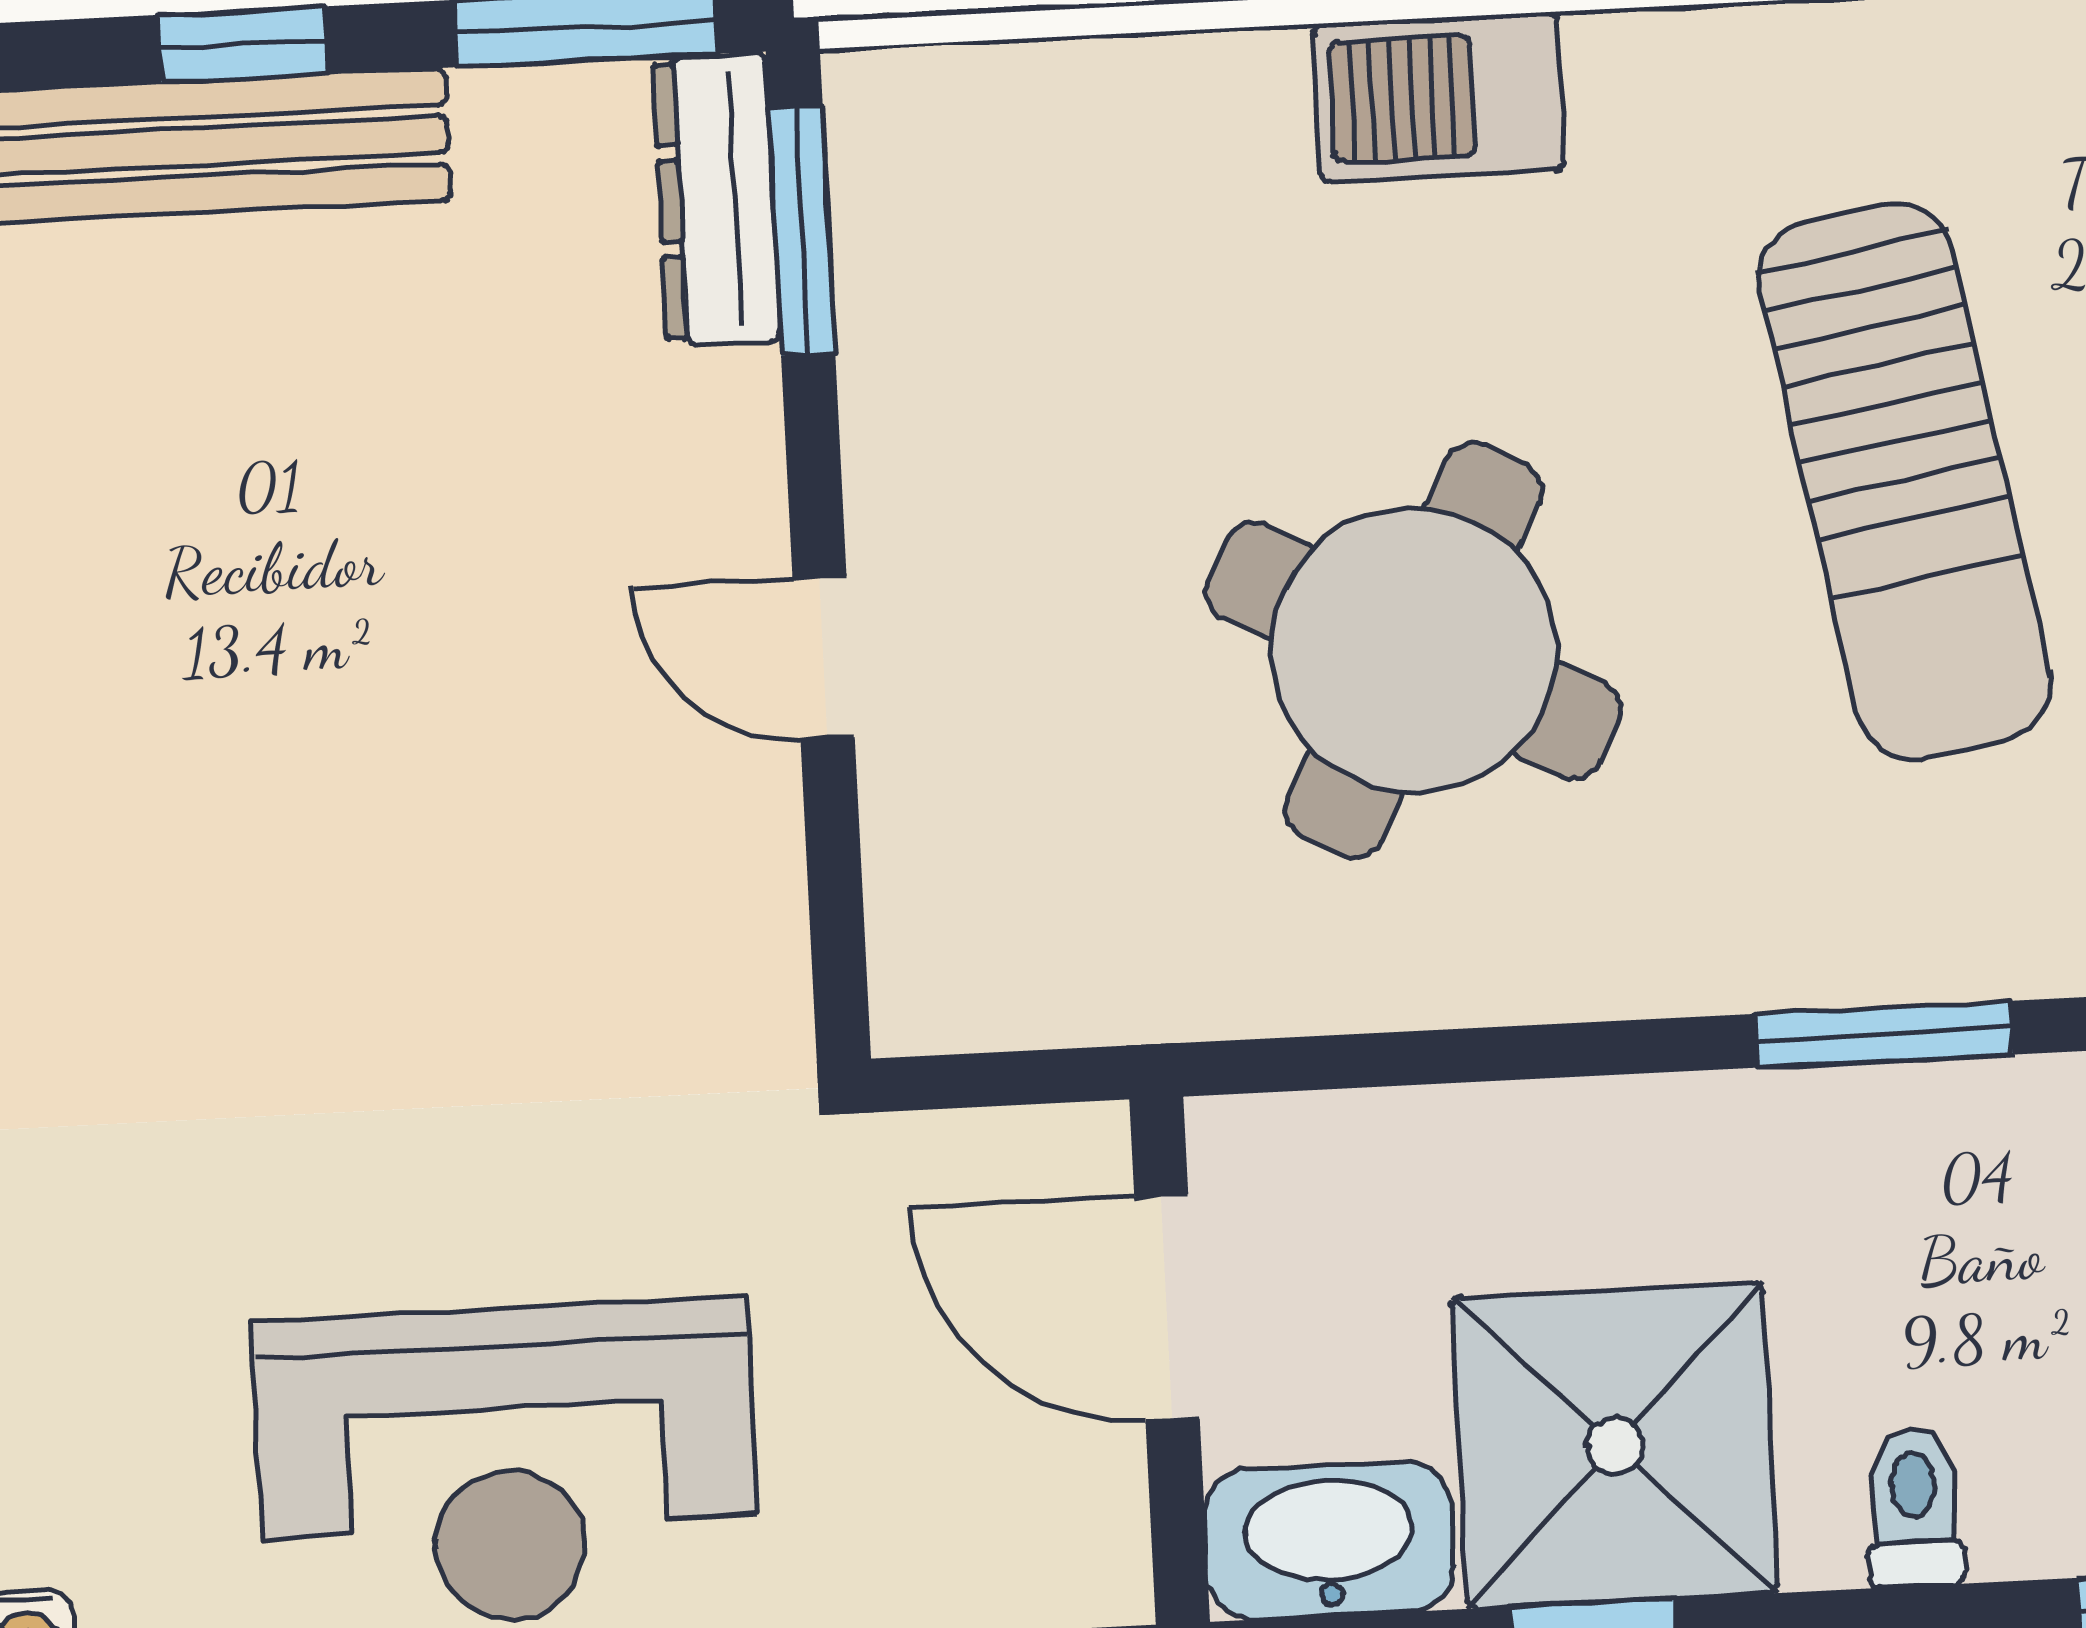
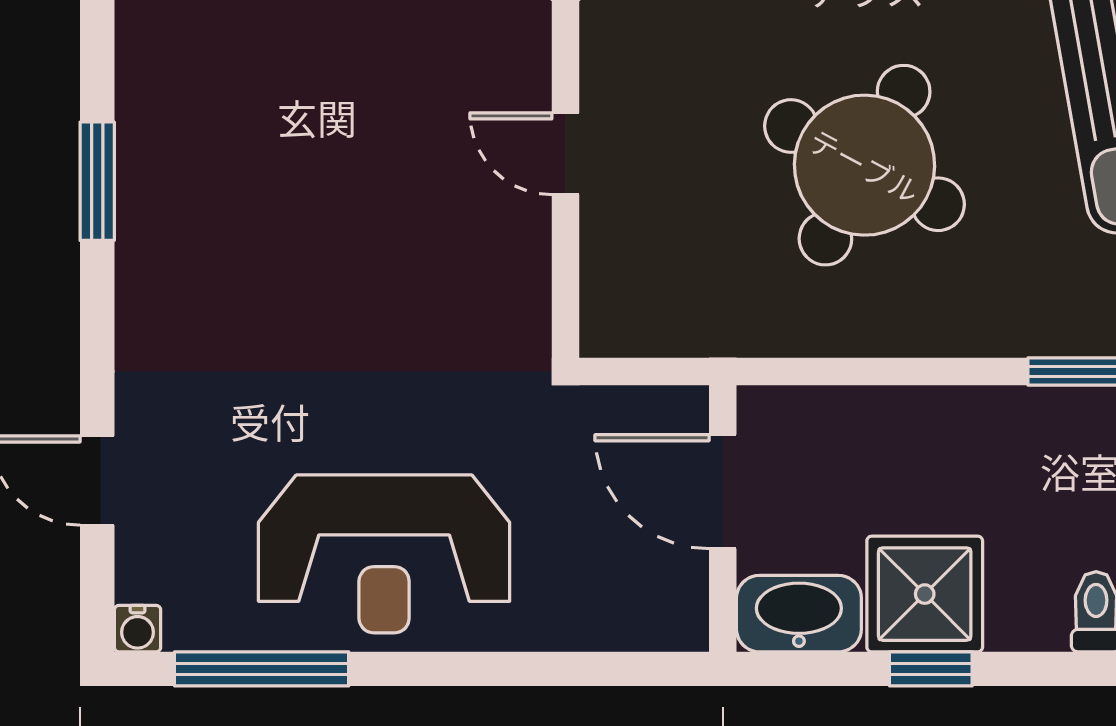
shower: (1615, 1445) -> (925, 594), width x0.73, depth x0.73

